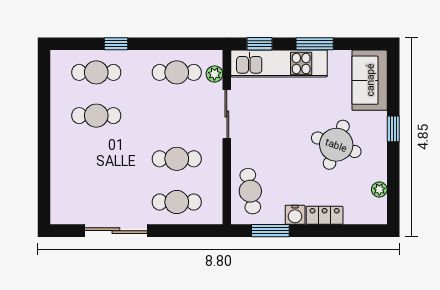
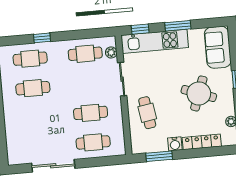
cafe table: (250, 191) -> (147, 113), moved
locker: (325, 215) -> (202, 142), width x1.53

